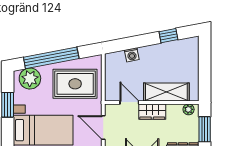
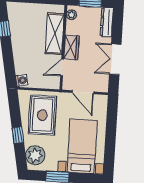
washing machine: (132, 55) -> (22, 80), moved
window: (51, 58) -> (18, 135), width x0.32
door: (103, 127) -> (83, 92), hinge flipped

